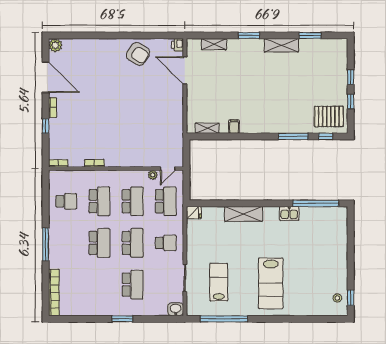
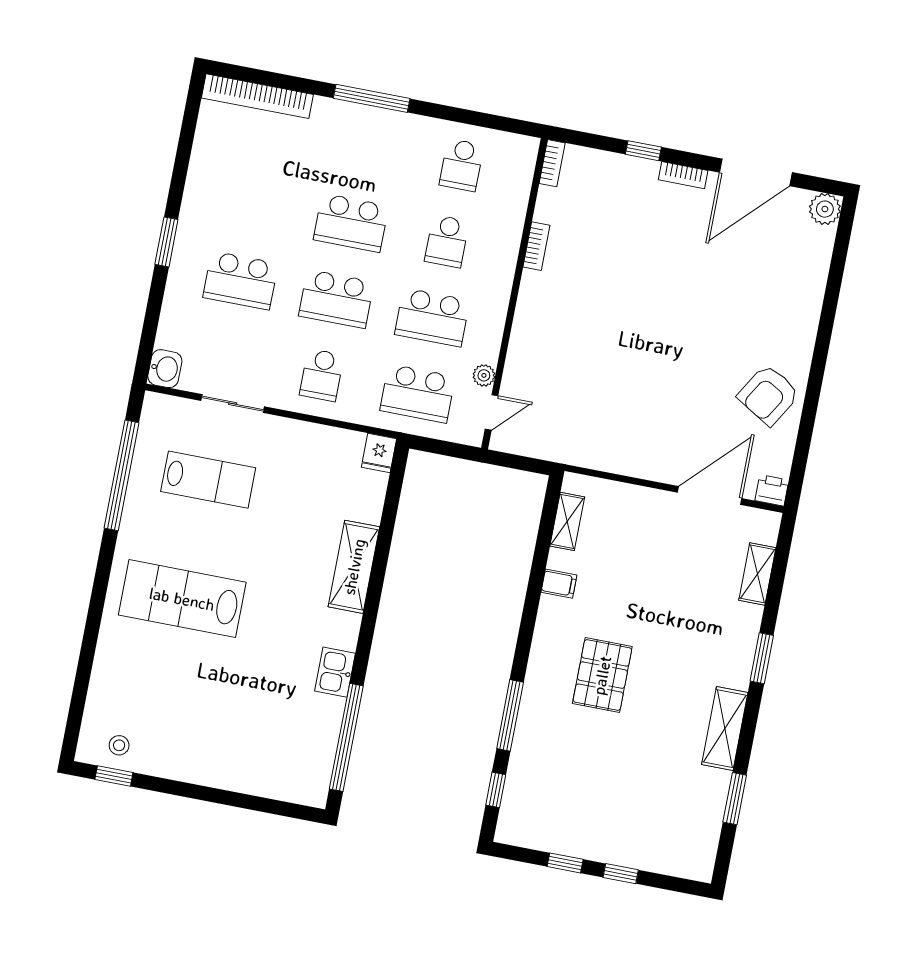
pallet: (329, 116) -> (602, 675), moved
door: (168, 169) -> (492, 412), swing flipped
school desk: (99, 201) -> (447, 241), width x0.54

